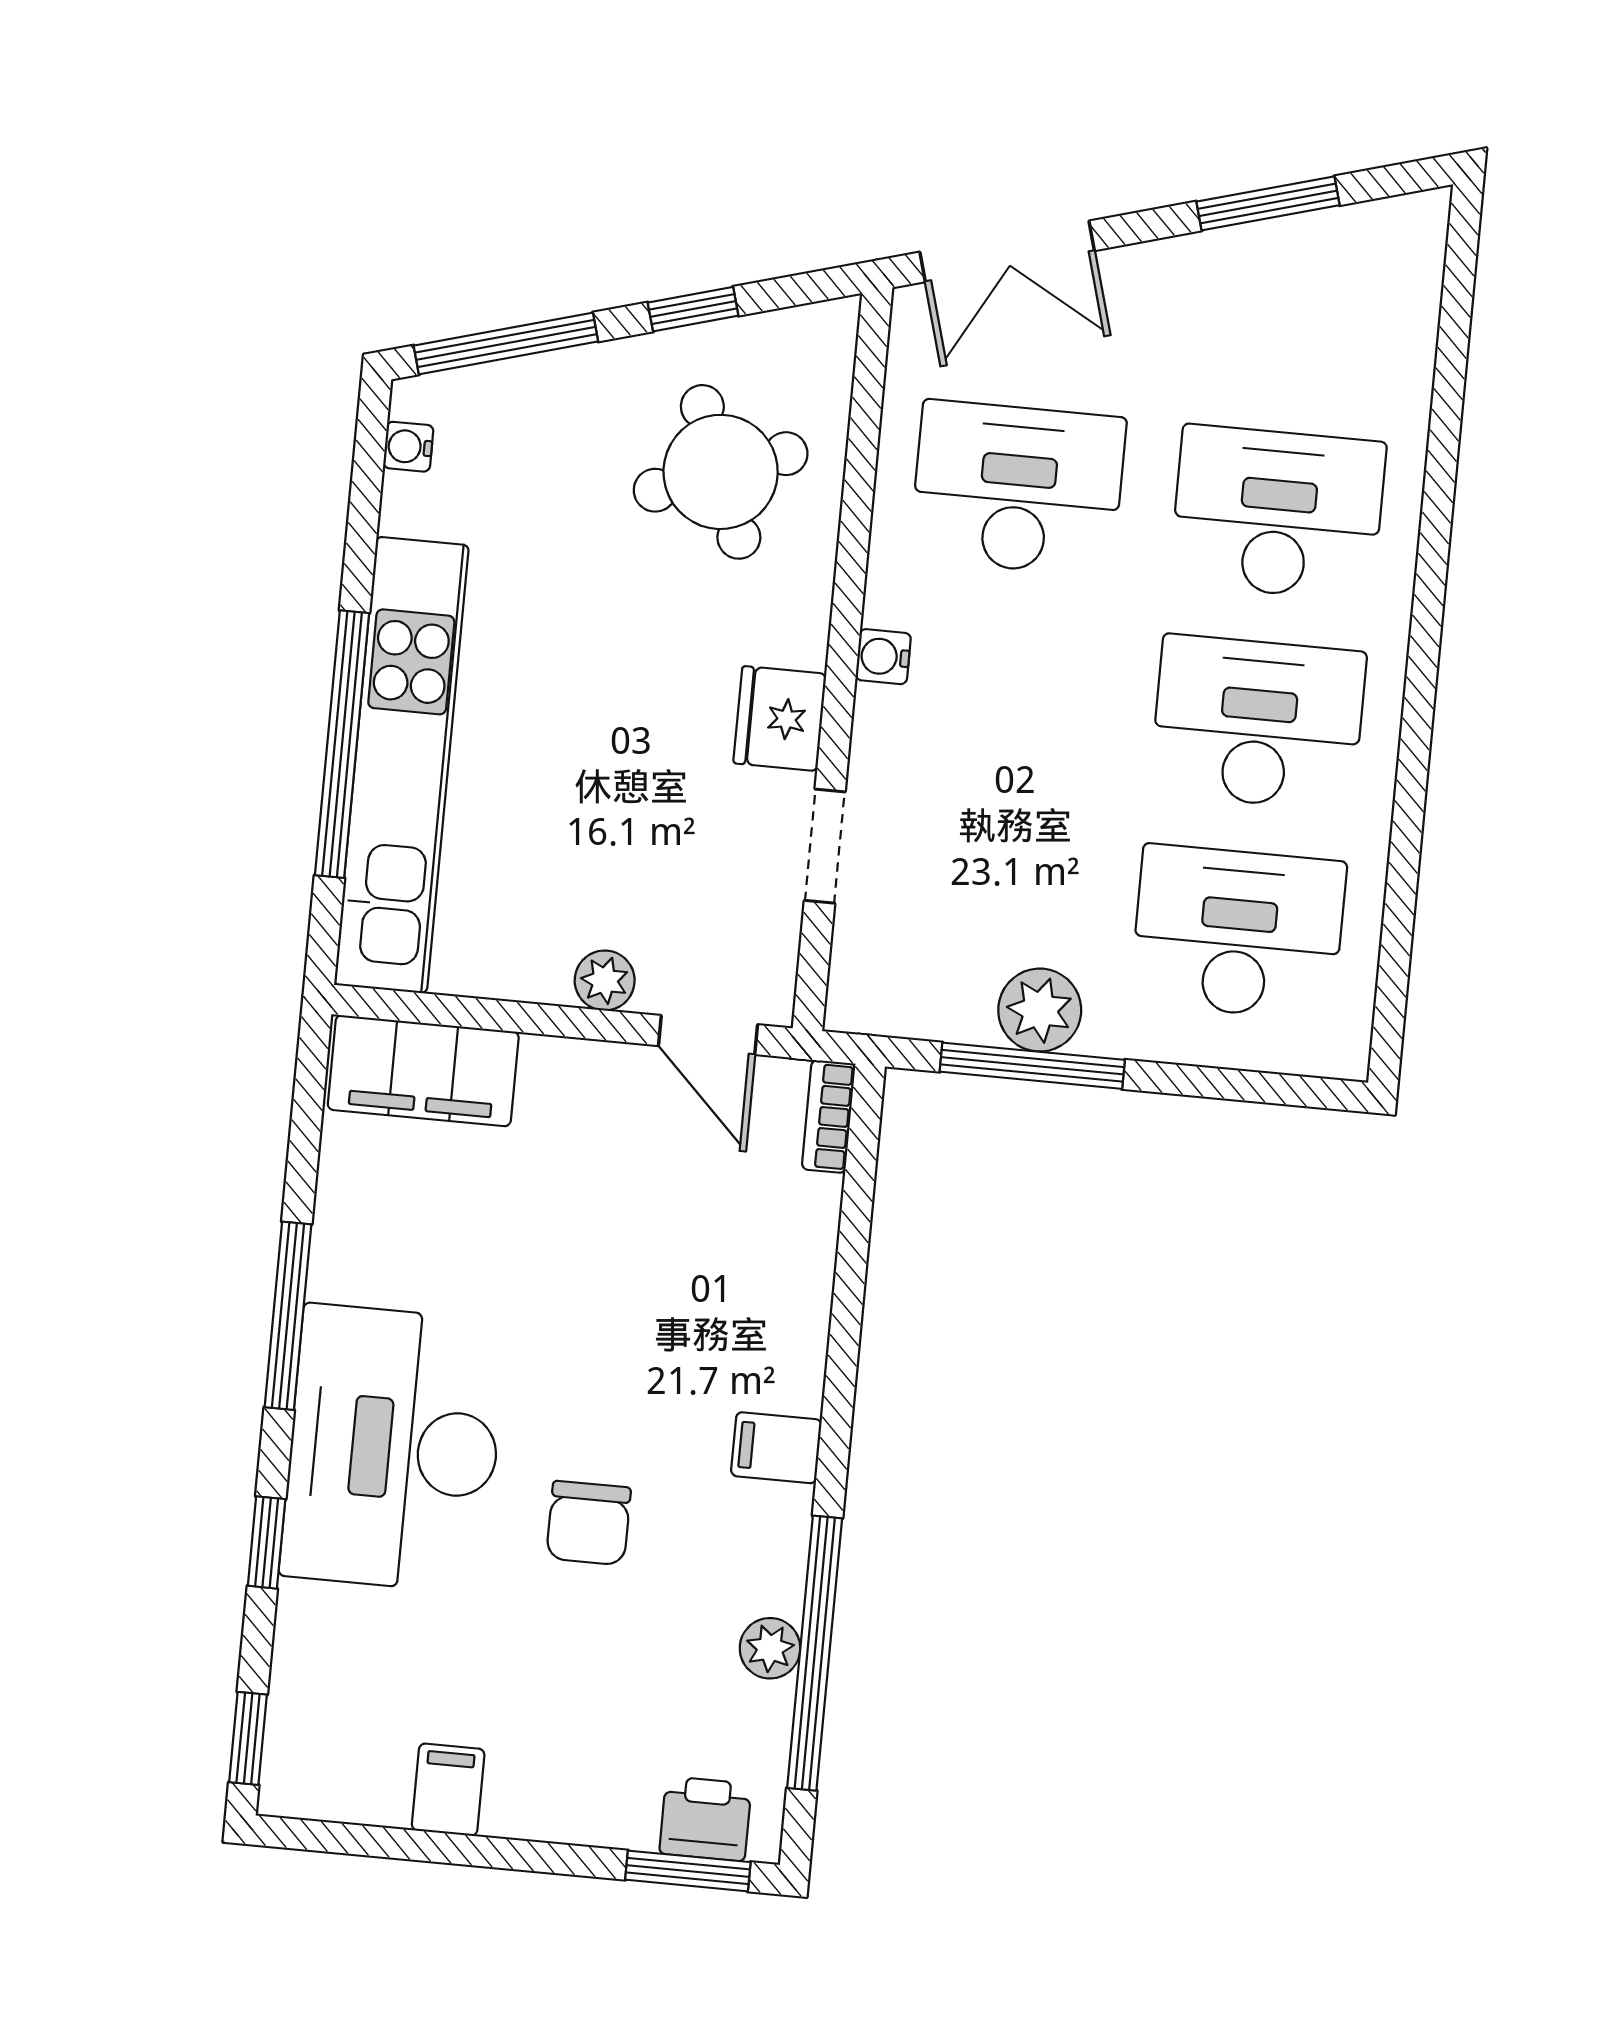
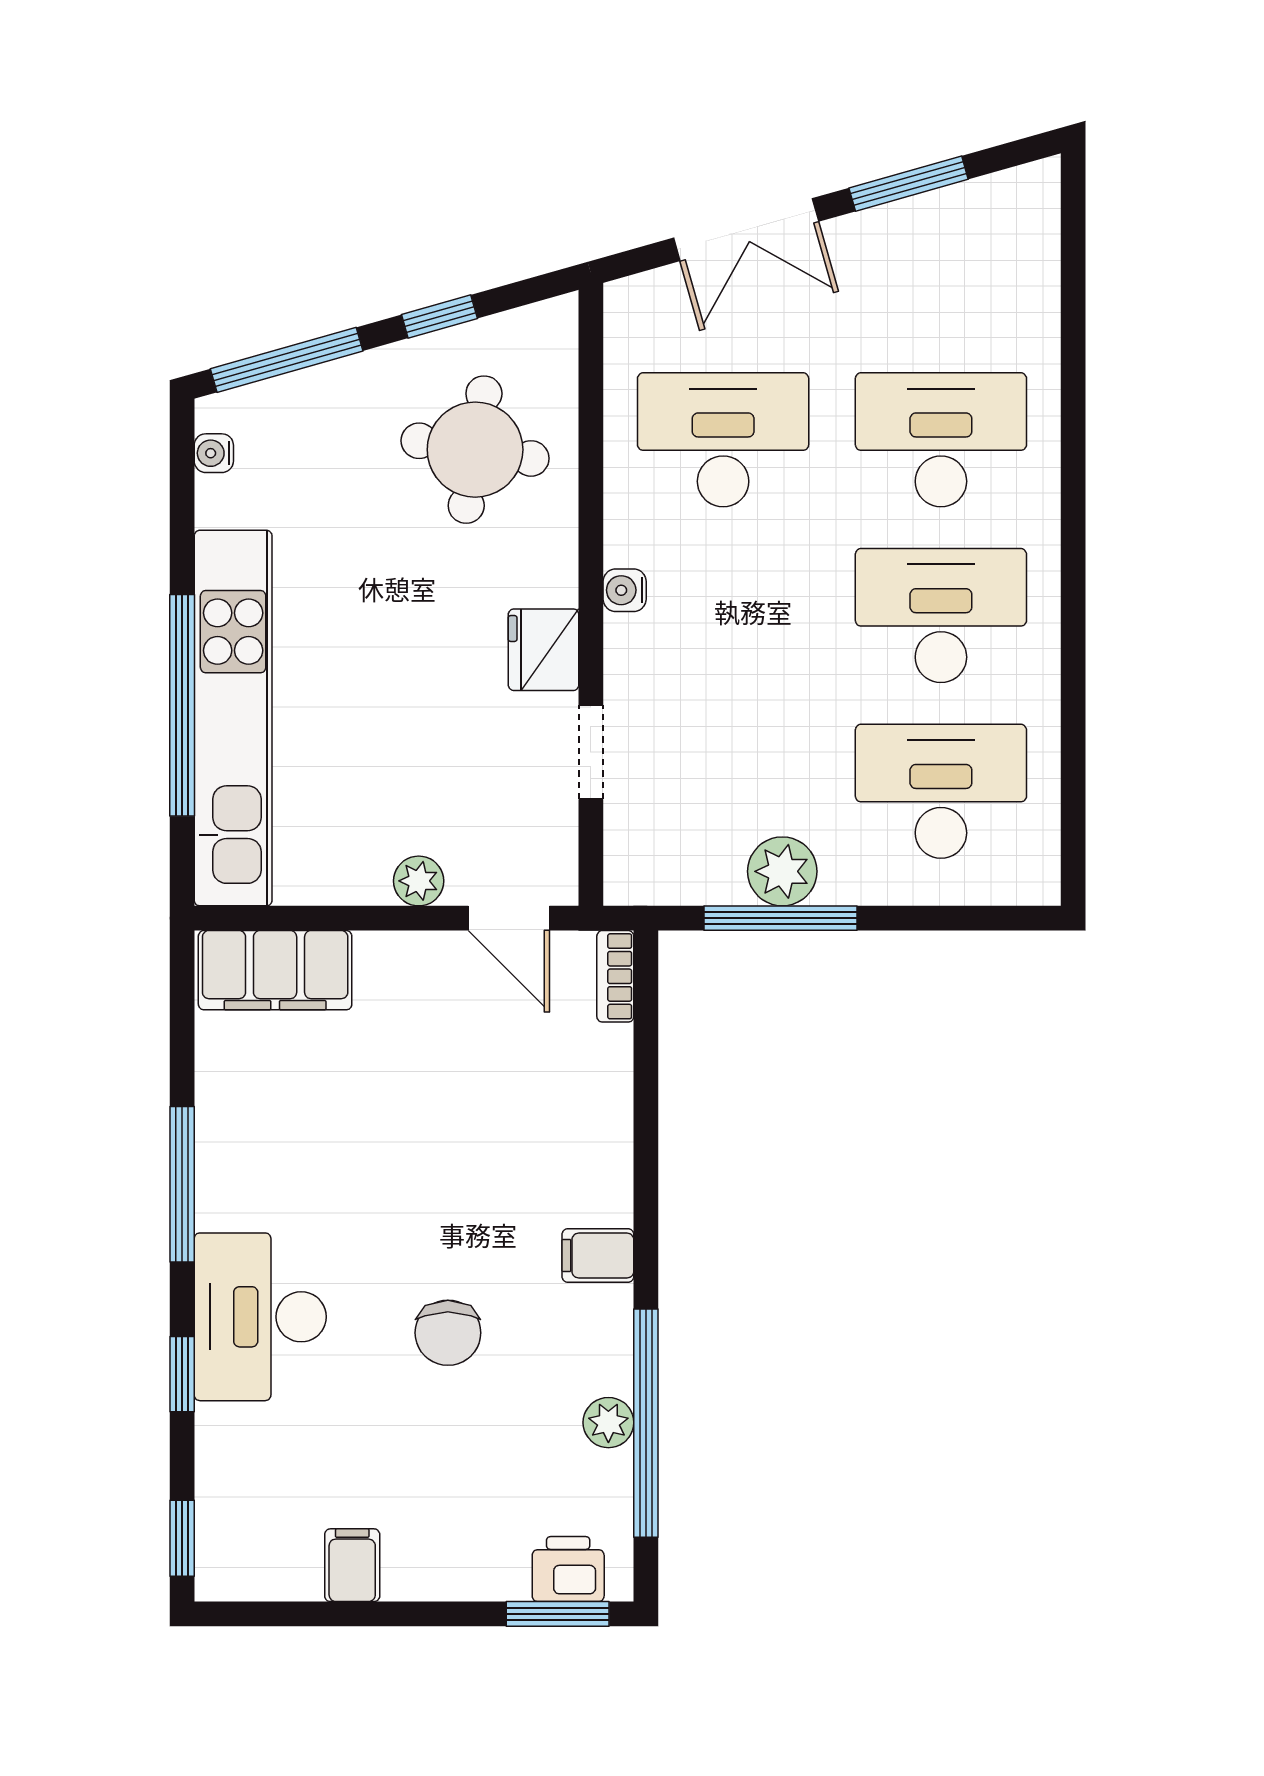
double door: (1007, 251) -> (746, 230), moved
round table: (721, 472) -> (475, 450), turned 30
desk: (393, 1449) -> (260, 1317), width x0.73, depth x0.77

